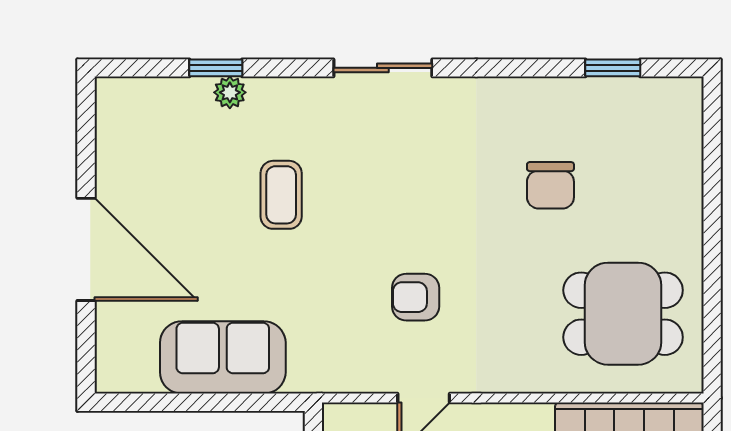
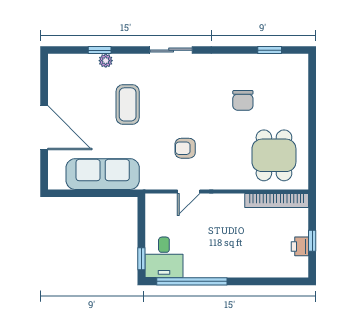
coffee table: (281, 195) -> (128, 104), width x1.36, depth x1.30
dining table: (623, 314) -> (274, 155), turned 90
sofa: (223, 357) -> (103, 174), width x1.36

